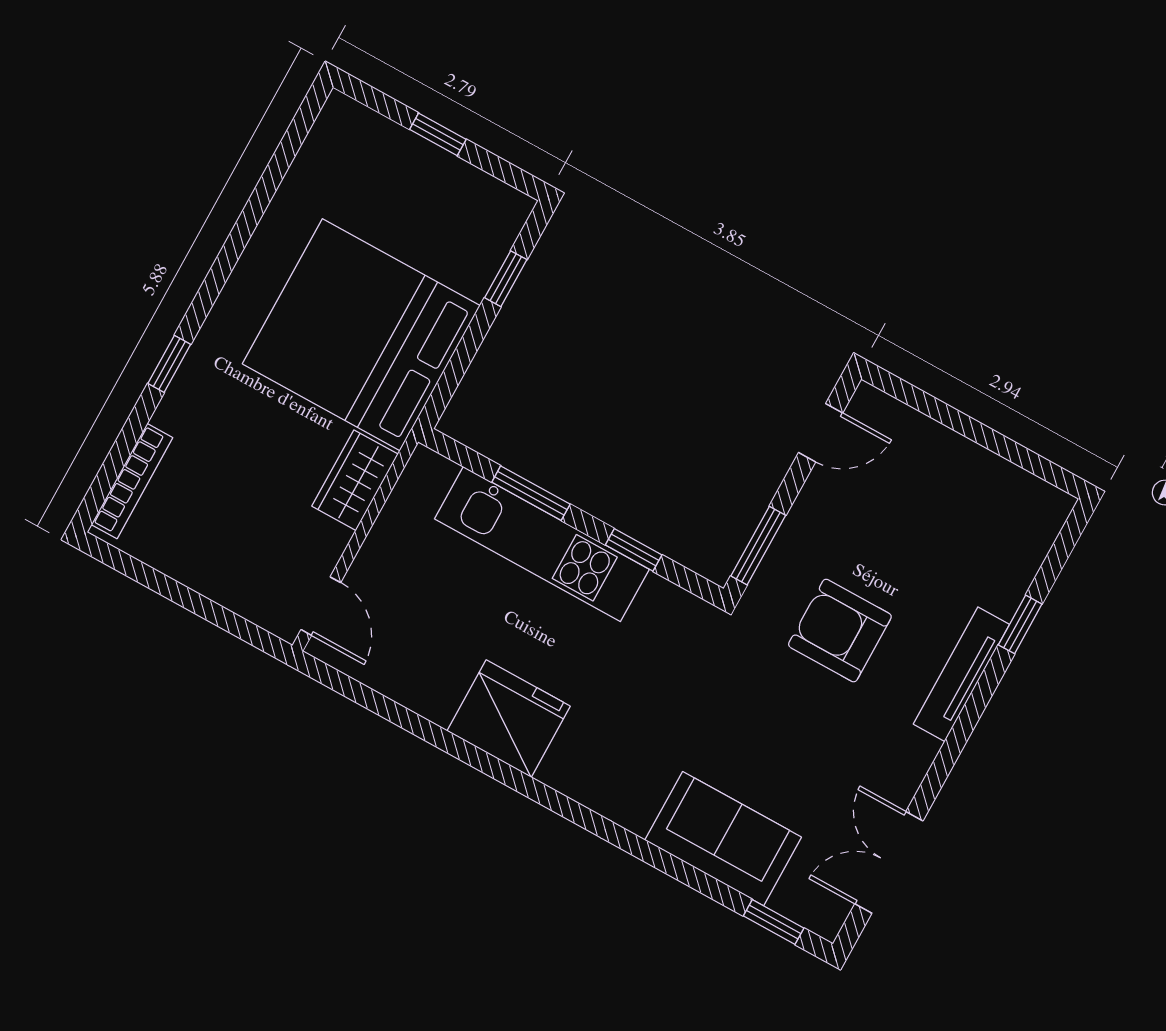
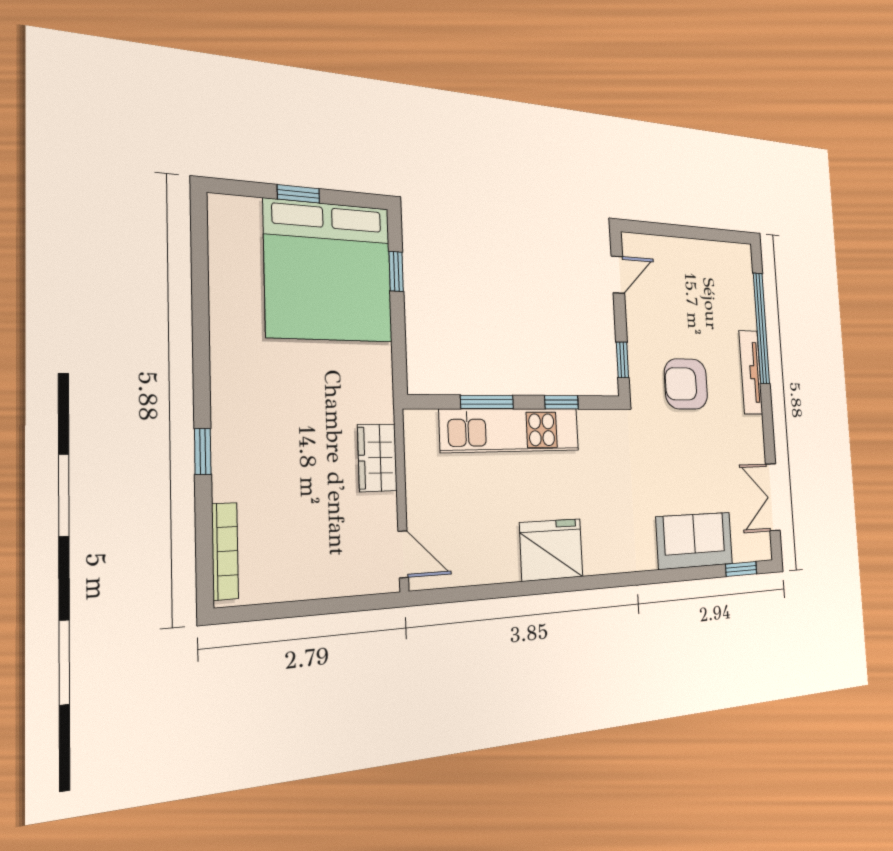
bed: (361, 335) -> (329, 271), moved, turned -90
window: (758, 546) -> (622, 360), width x0.67
window: (1020, 624) -> (761, 328), width x3.17

